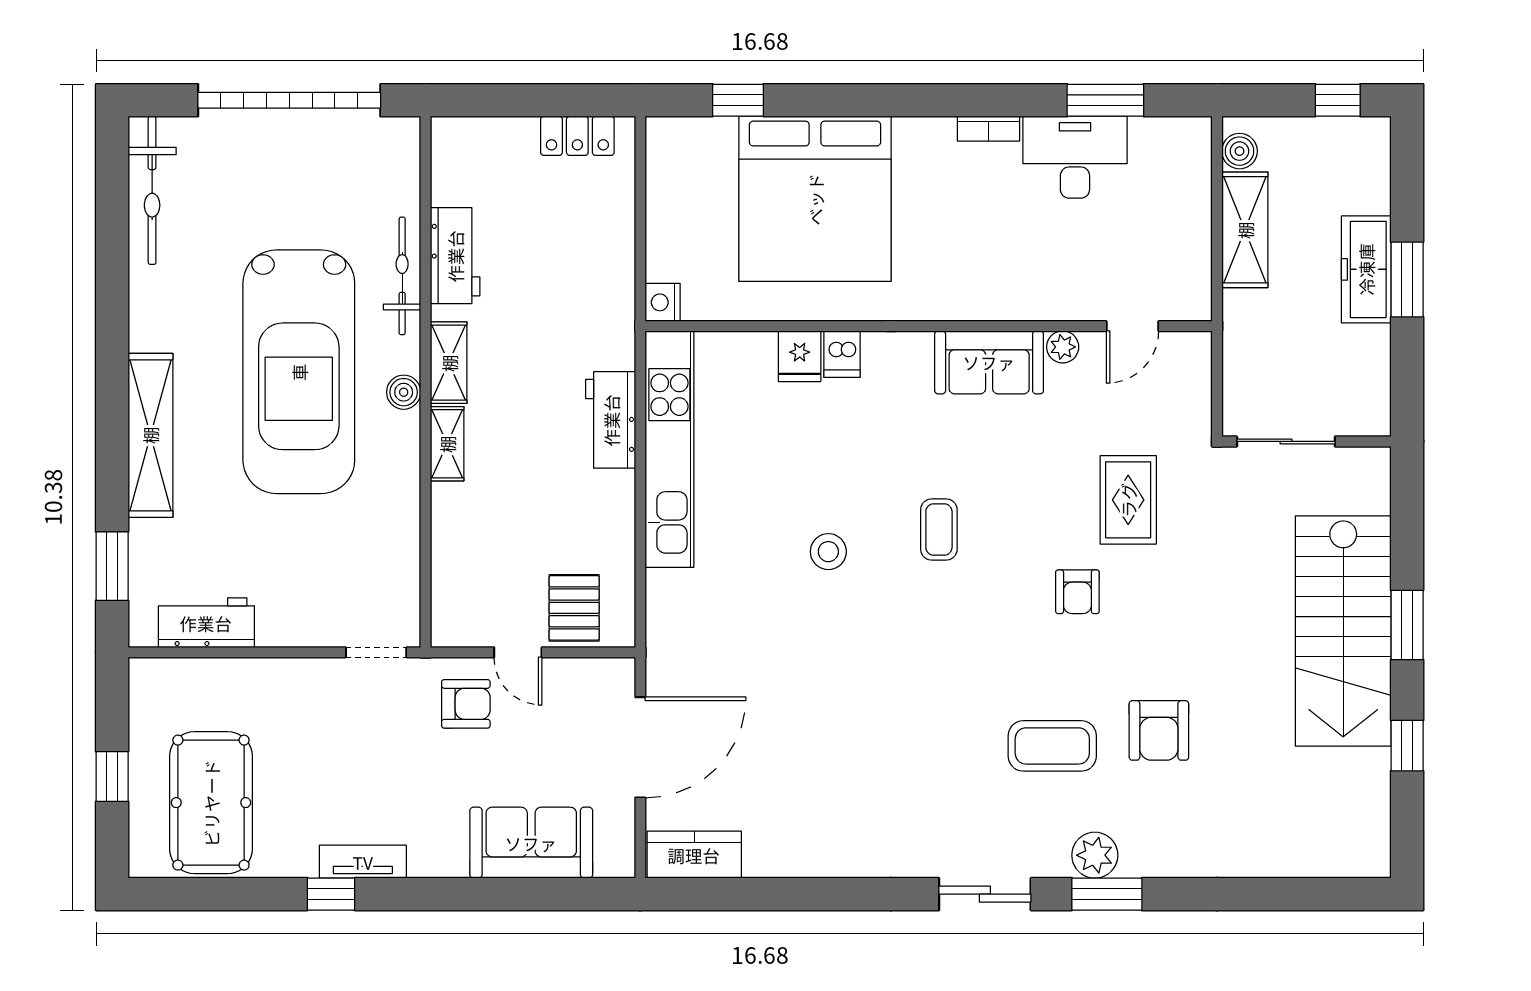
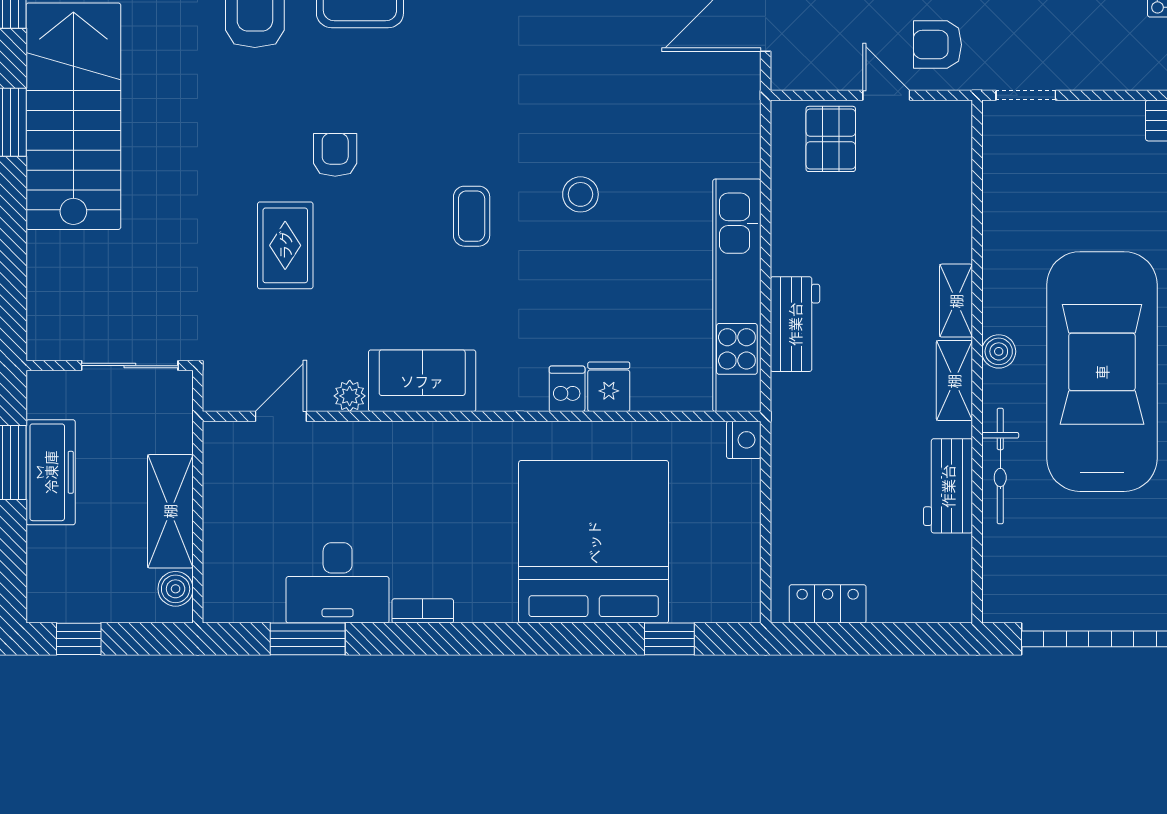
sliding door: (1286, 441) -> (130, 366), moved
wall: (1306, 441) -> (110, 366), moved

